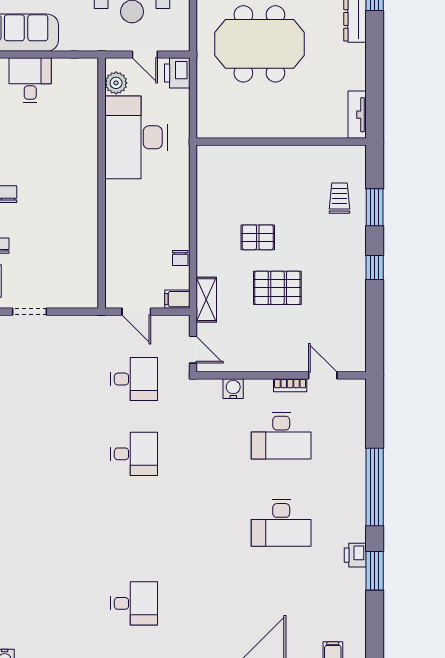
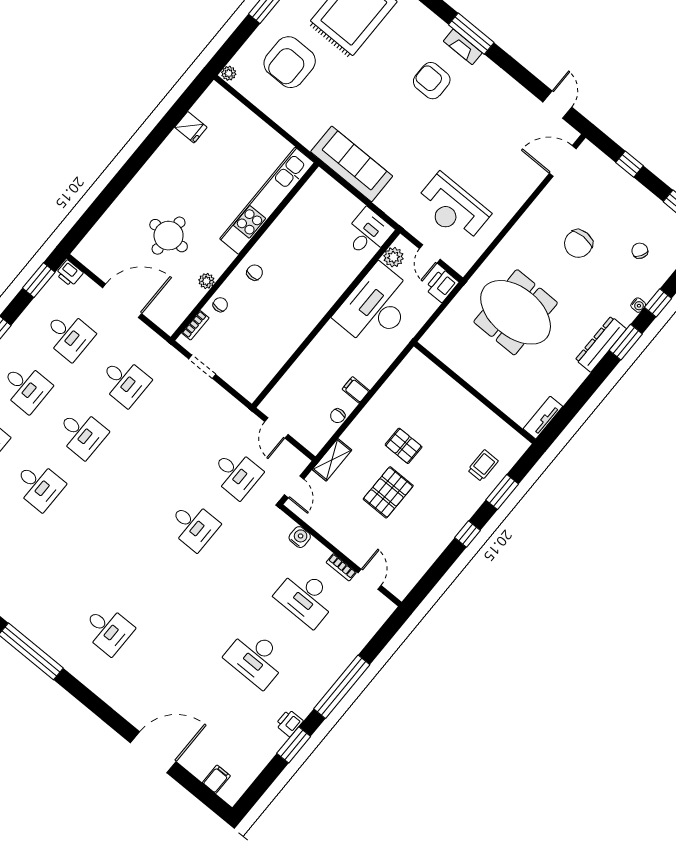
desk: (30, 80) -> (368, 233), moved
pallet: (277, 288) -> (388, 492), turned 90
filing cabinet: (177, 299) -> (356, 390), moved

